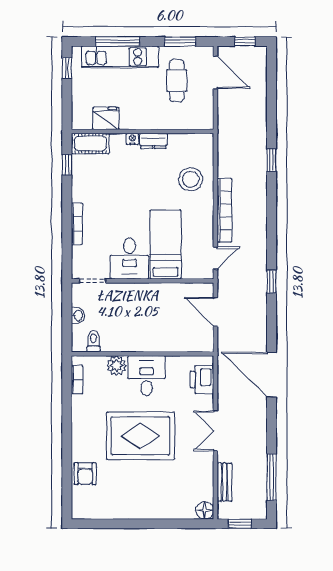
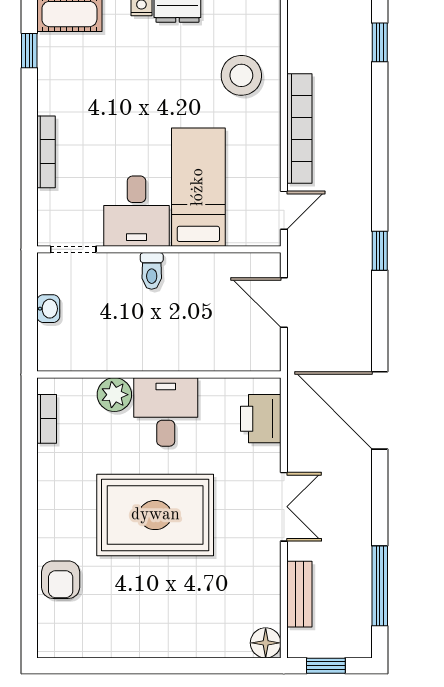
toilet: (93, 341) -> (152, 271), moved, turned 180
double door: (215, 431) -> (284, 507), swing flipped

